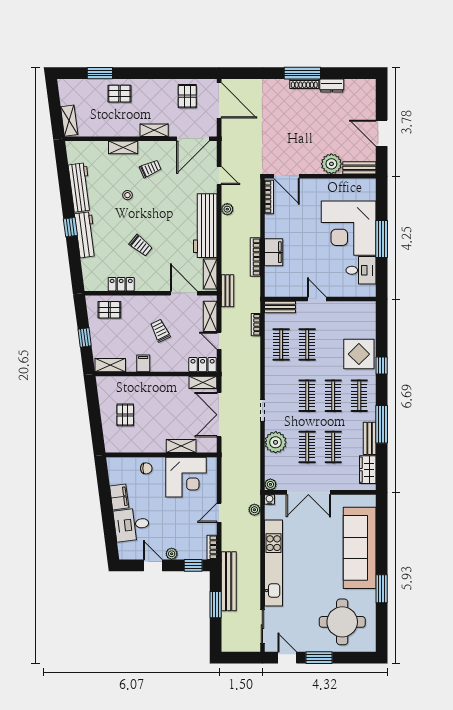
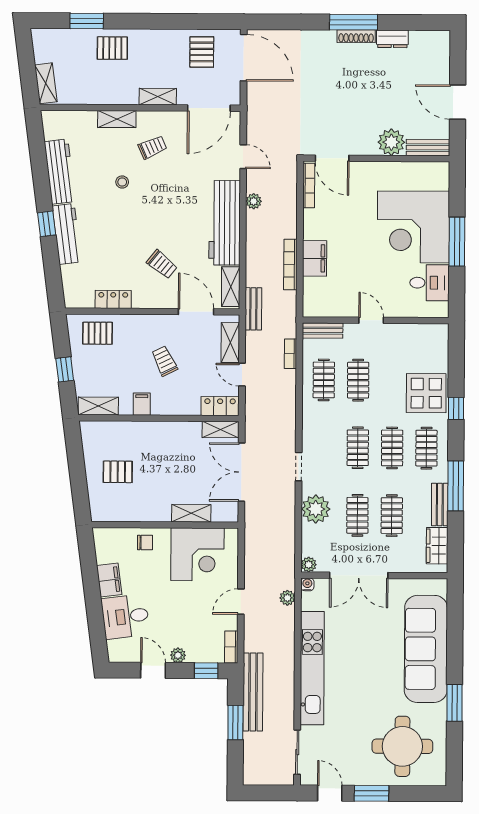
trolley: (141, 245) -> (162, 264), moved
pallet: (125, 415) -> (118, 472), turned 90

